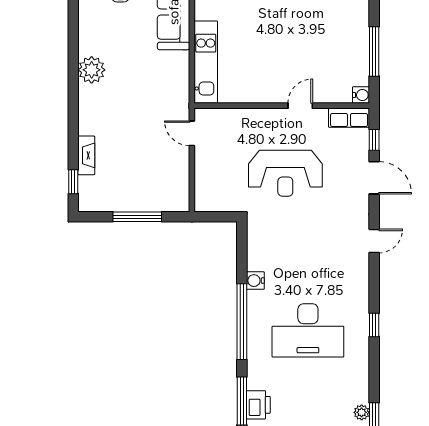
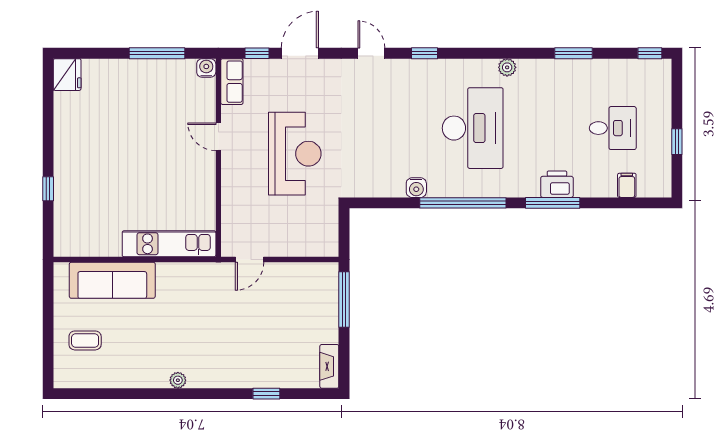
plant: (92, 70) -> (178, 380), width x0.53, depth x0.53
fireplace: (86, 155) -> (329, 366), moved, turned -90
window: (73, 182) -> (266, 394), moved
window: (137, 217) -> (344, 300), moved
window: (374, 325) -> (424, 53), moved
plant: (362, 412) -> (507, 67), moved

